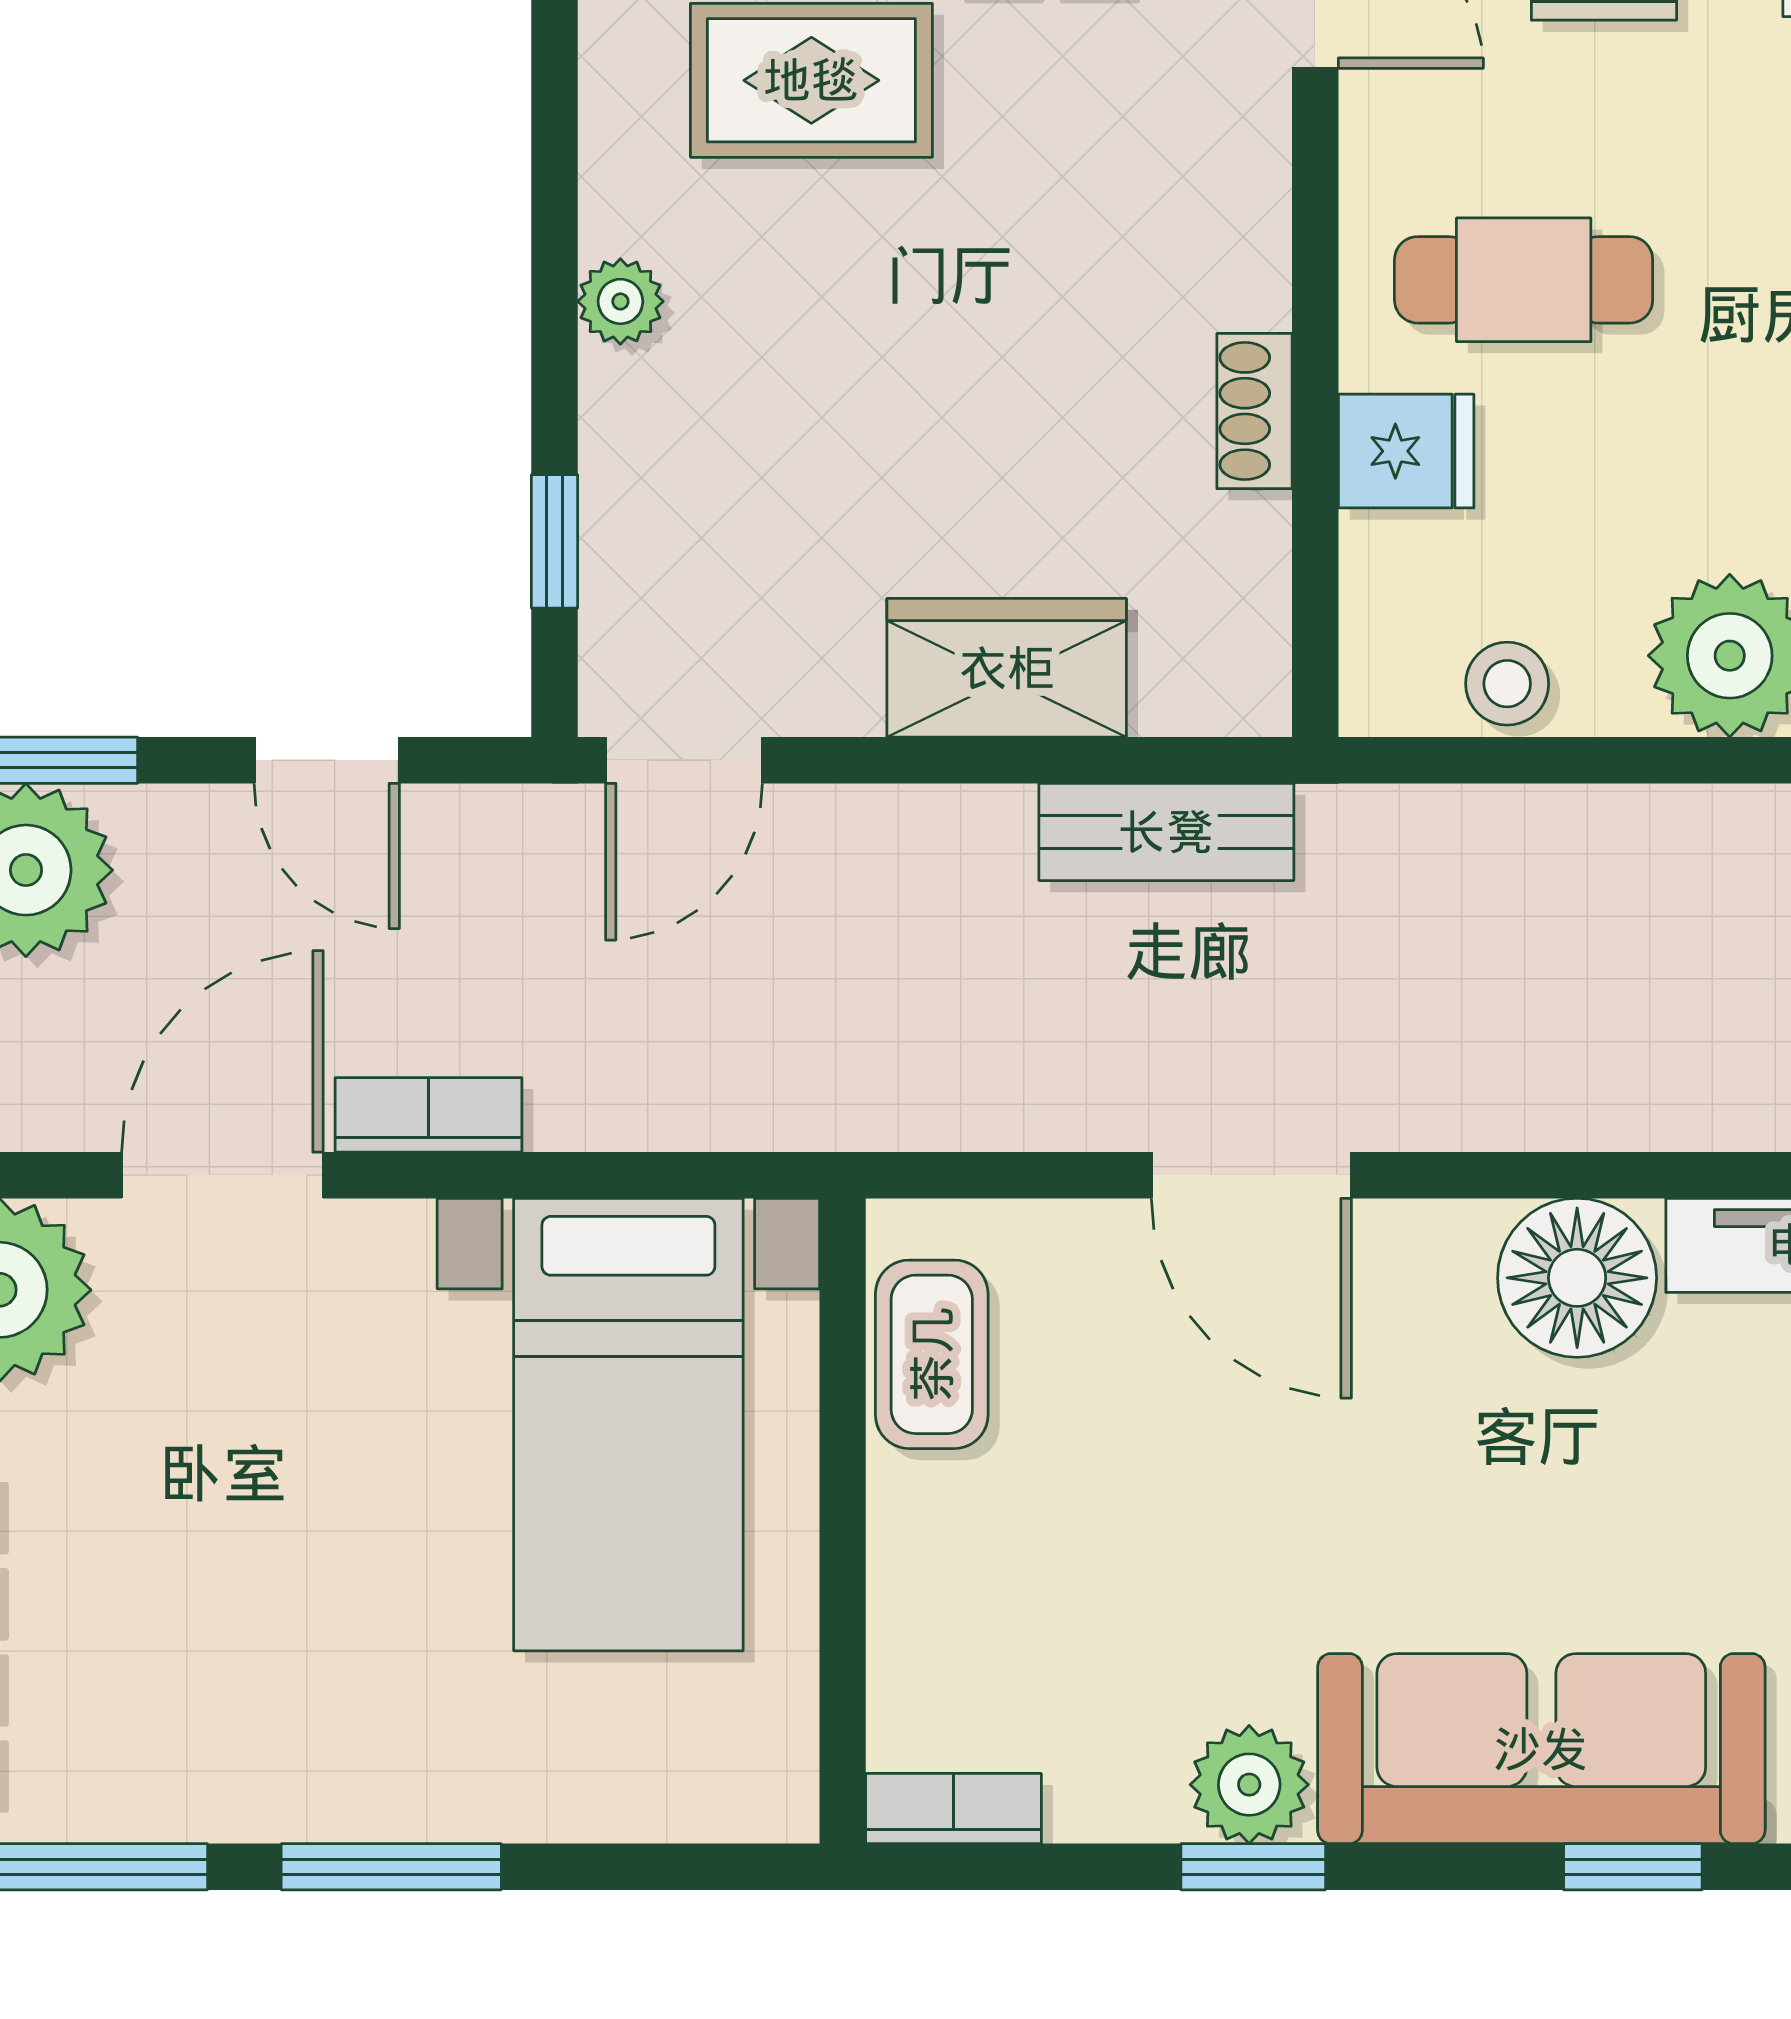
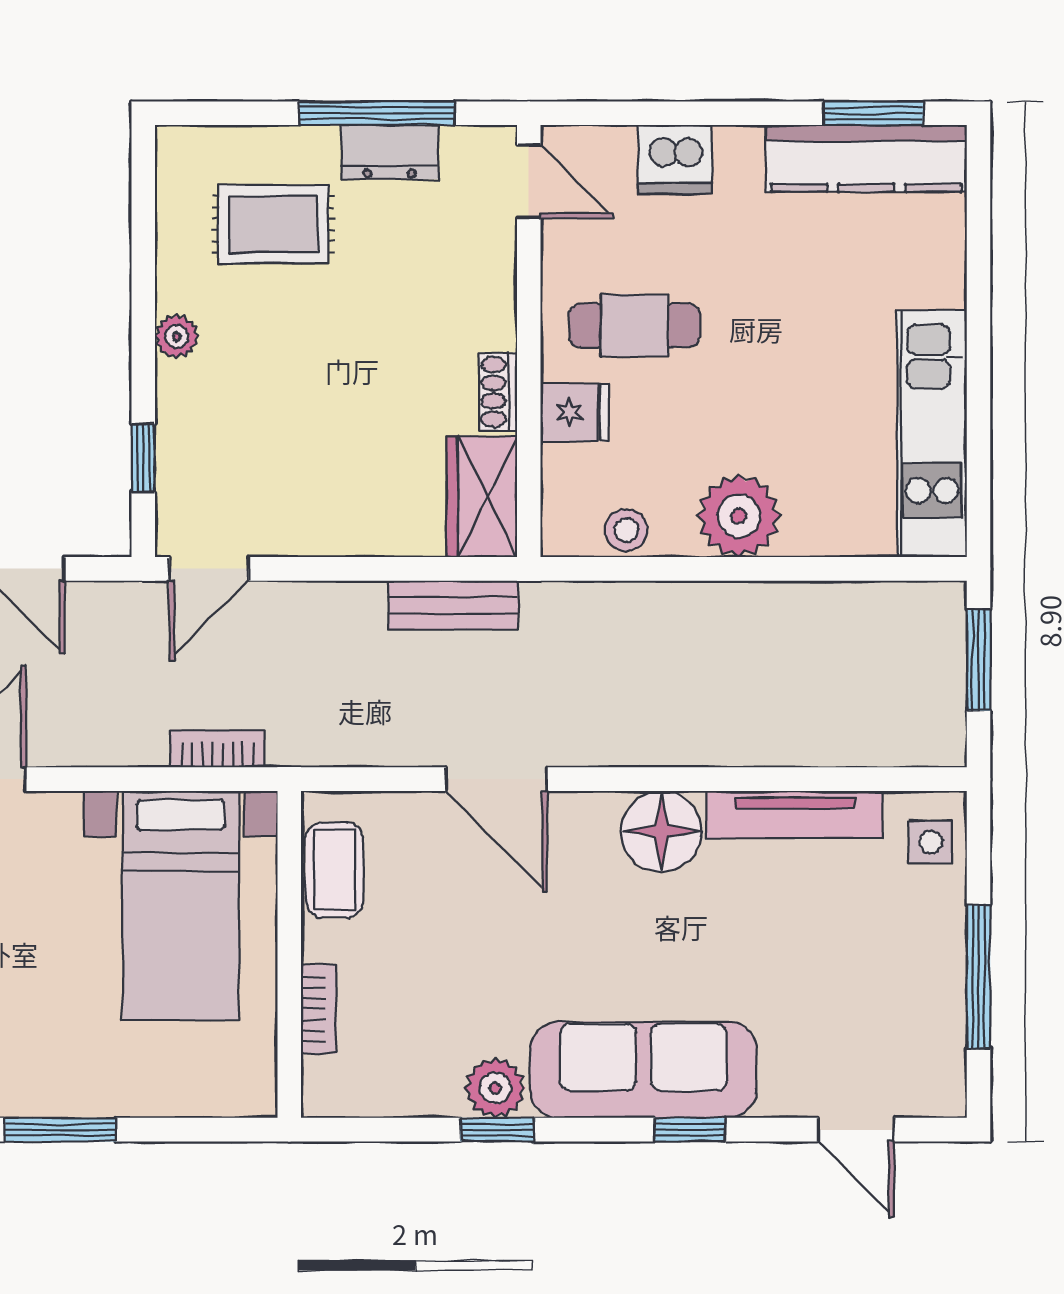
wardrobe: (1007, 668) -> (482, 497), moved, turned -90
bookcase: (428, 1115) -> (217, 749), moved
bookcase: (954, 1809) -> (319, 1009), moved, turned 90

